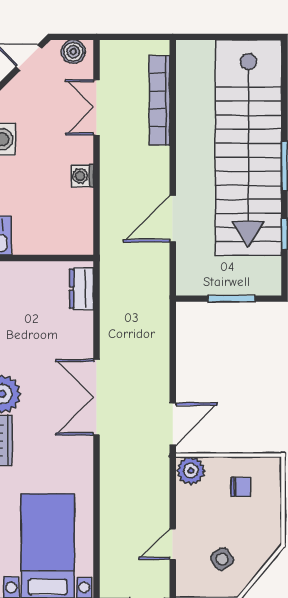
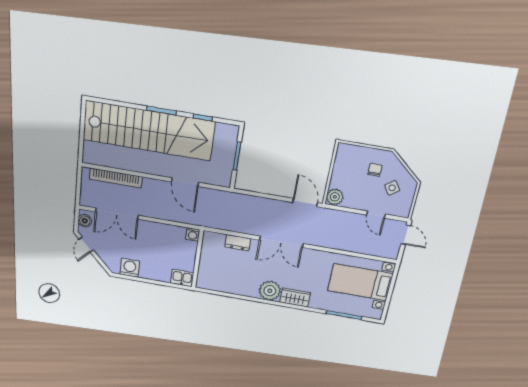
double door: (97, 107) -> (117, 214), width x1.37
washing machine: (82, 176) -> (193, 234), moved
dresser: (81, 289) -> (238, 243), moved
chair: (241, 487) -> (375, 170), moved

